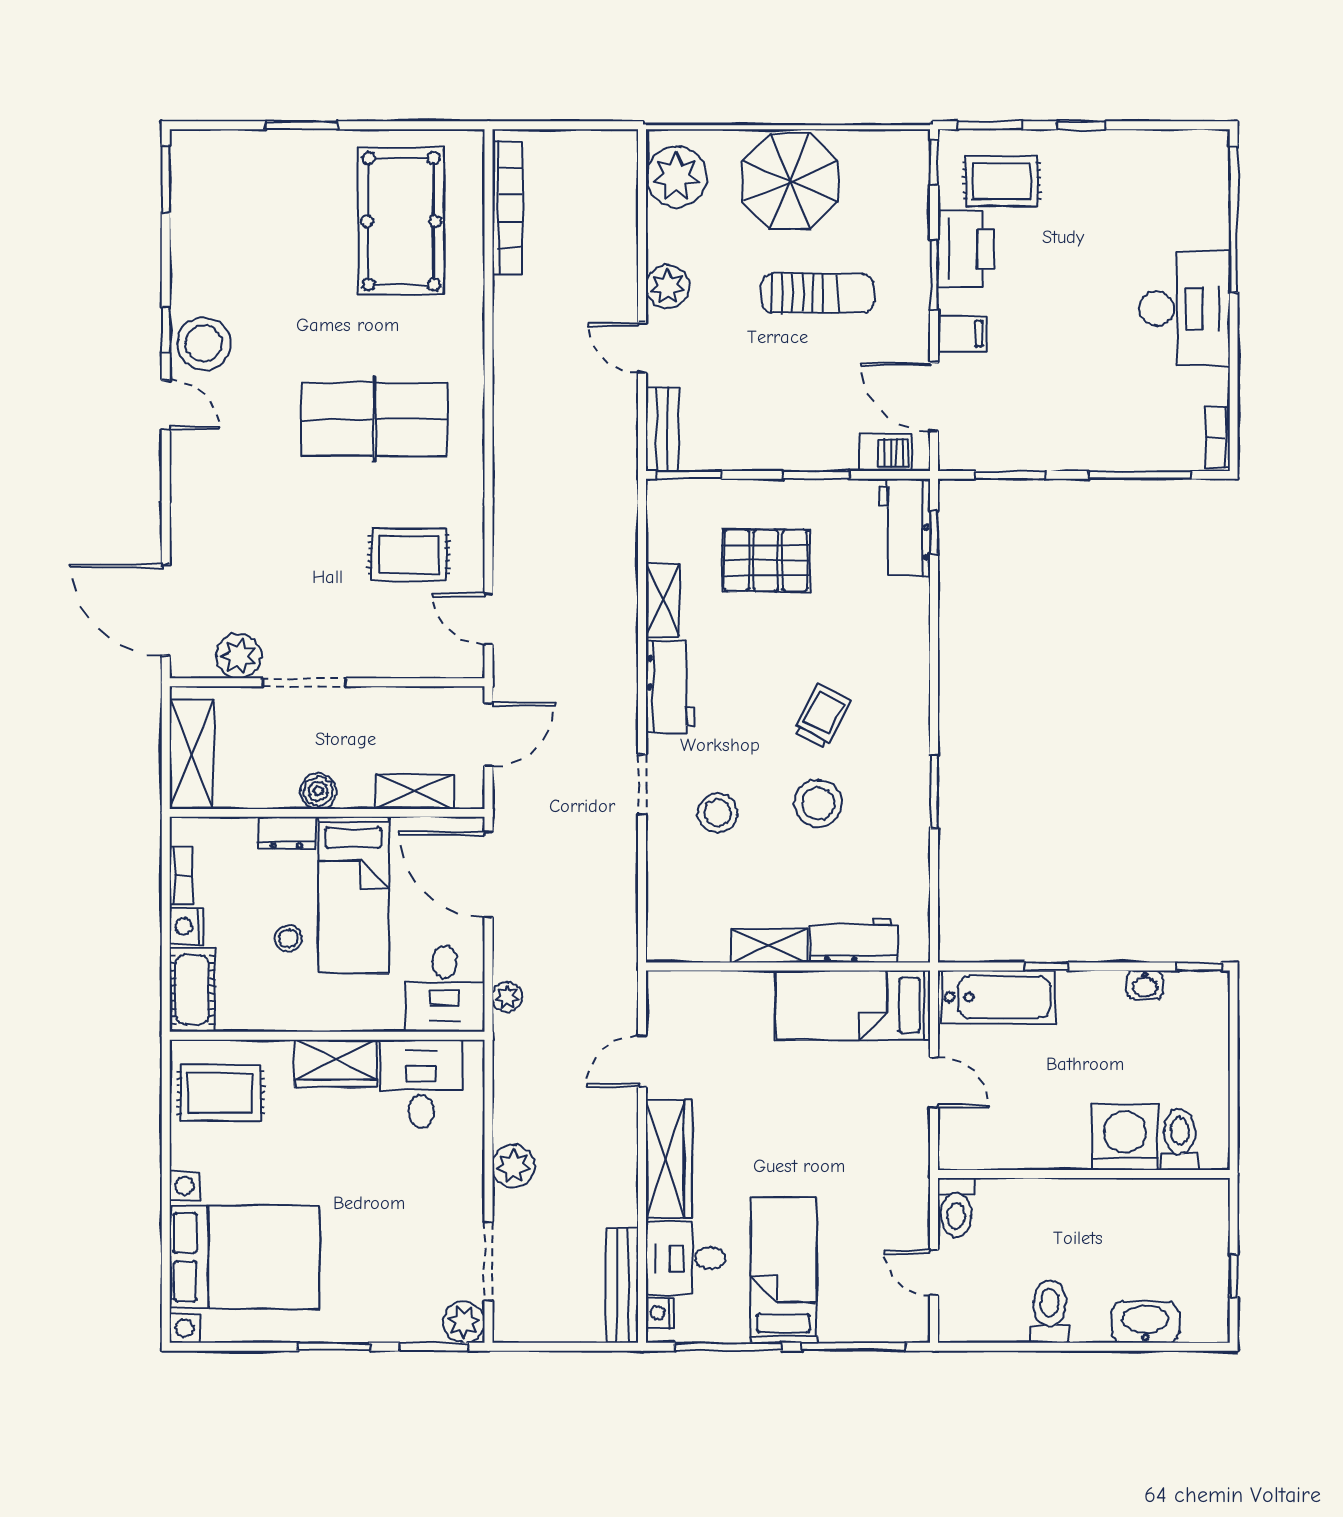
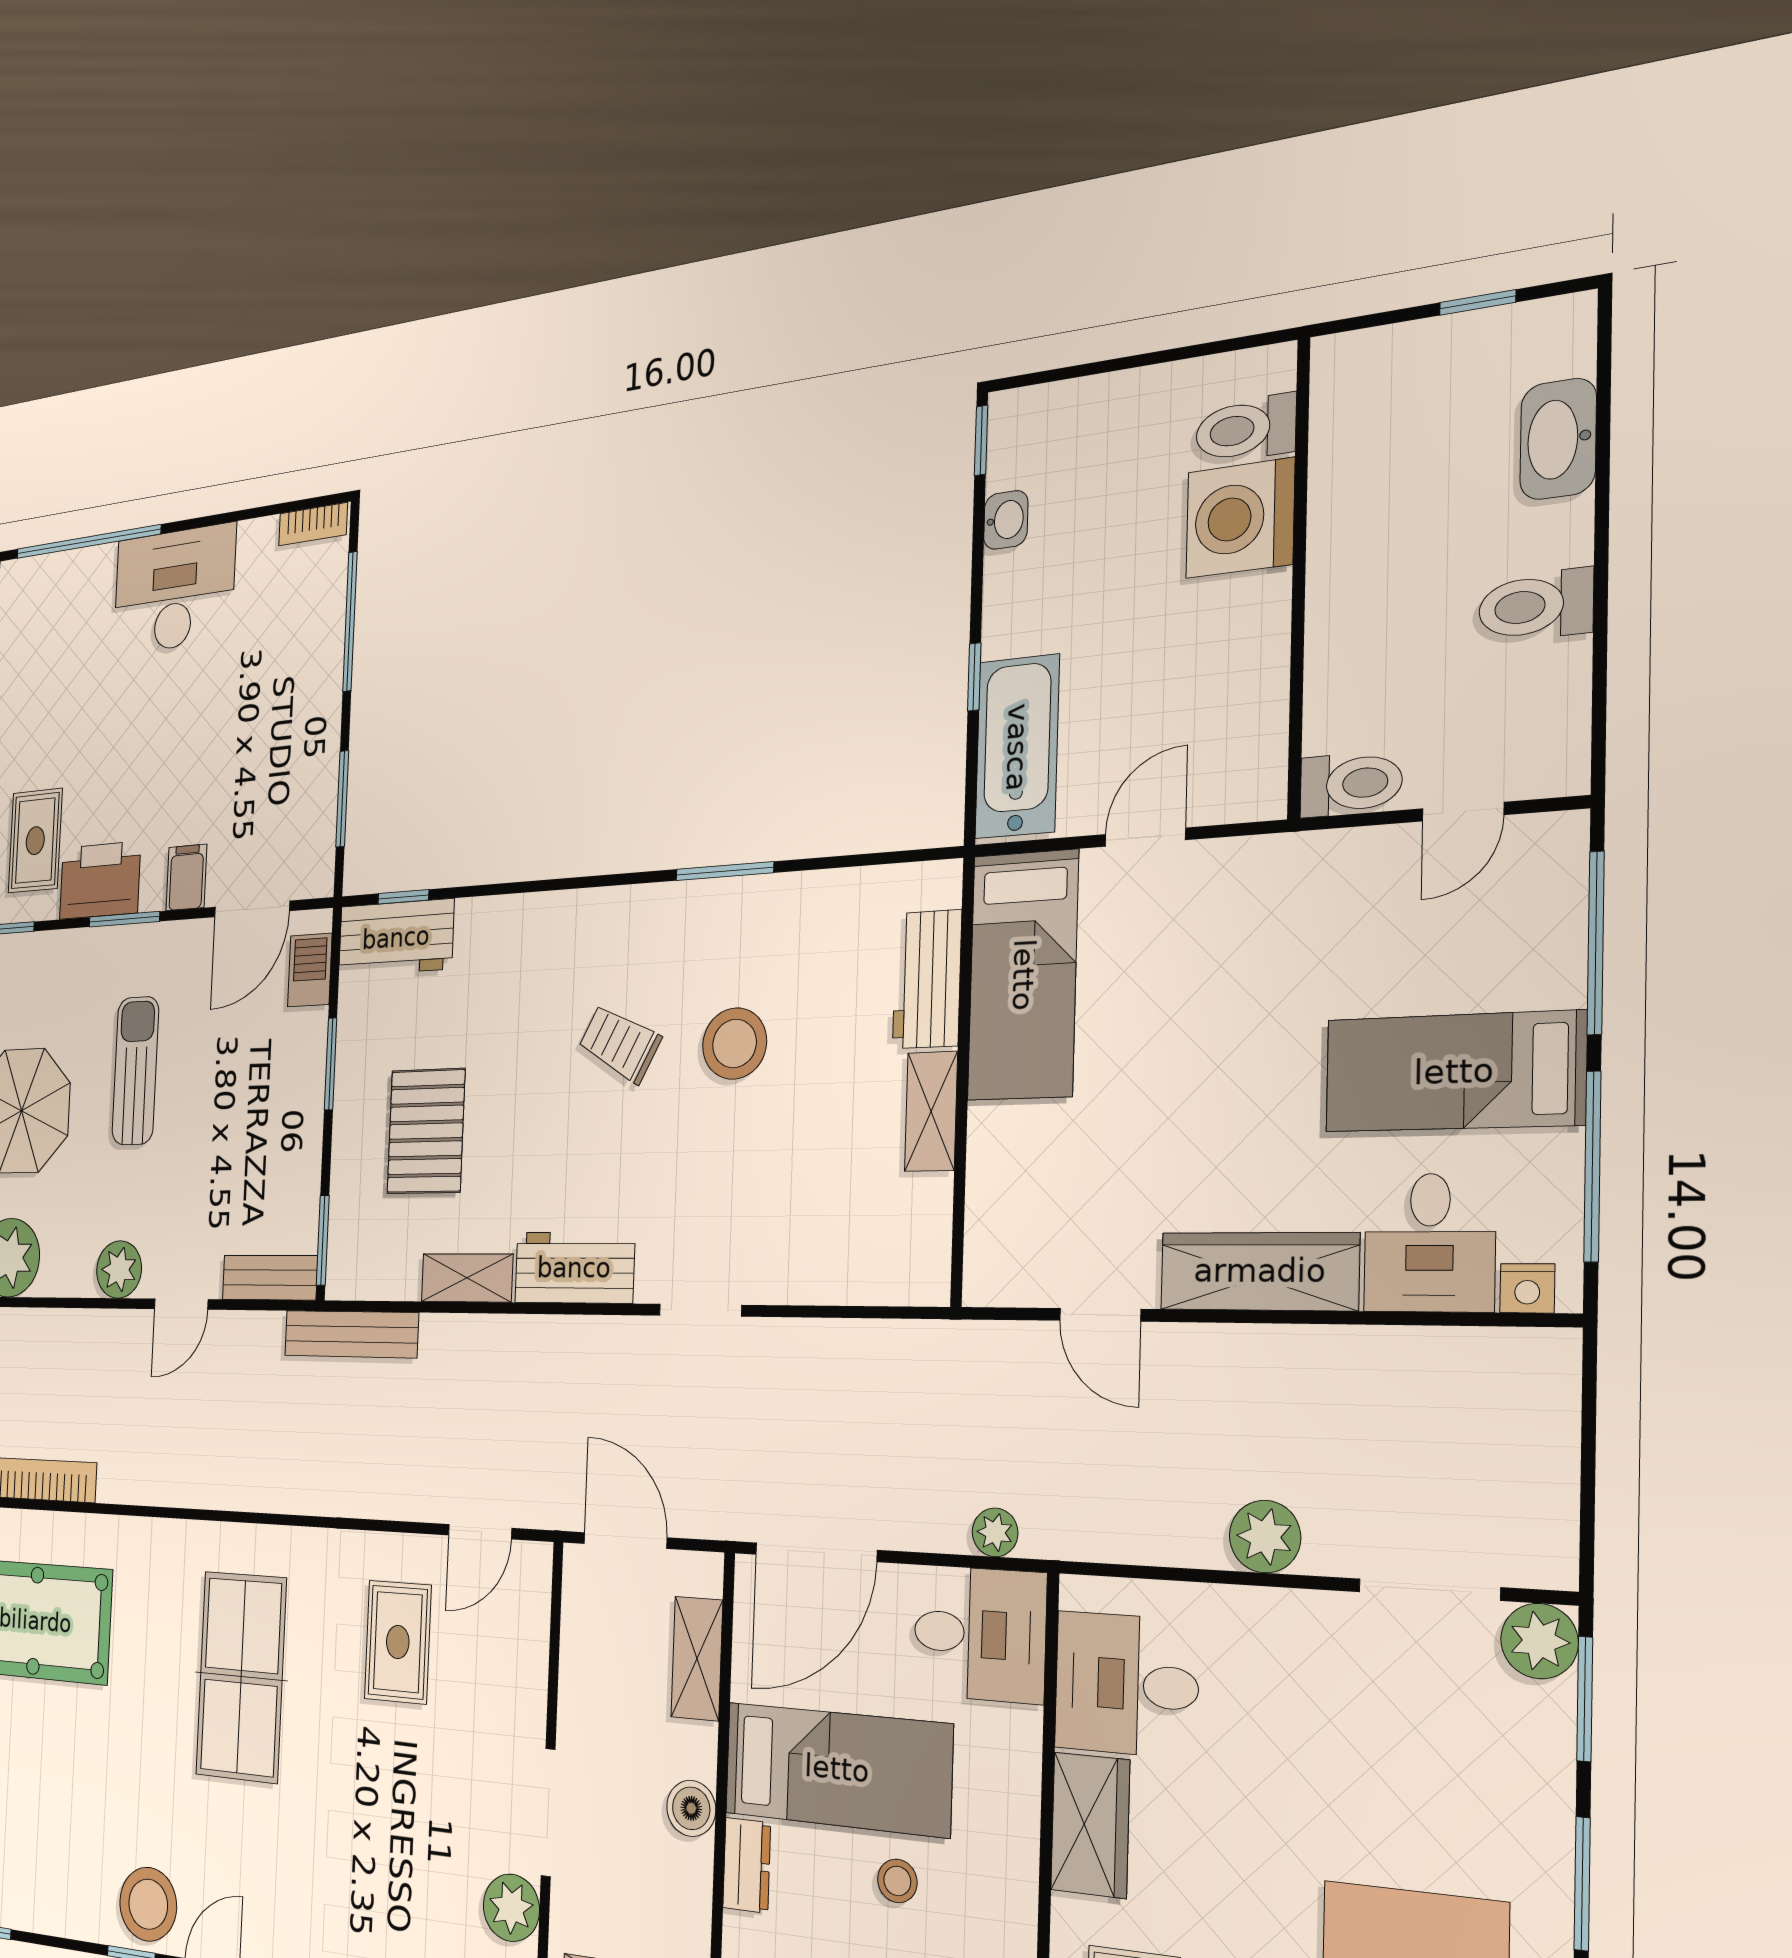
stool: (717, 813) -> (742, 1196), removed
bench: (622, 1285) -> (351, 1334), moved

